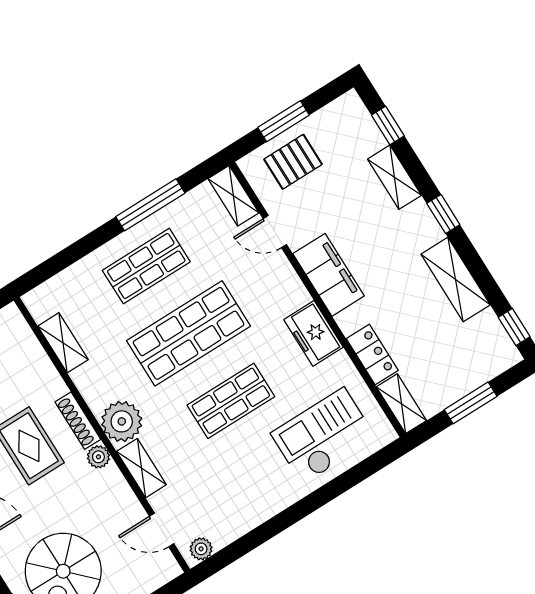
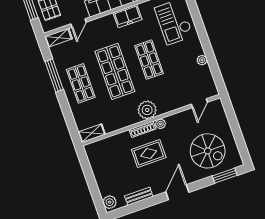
shelving: (63, 343) -> (92, 133), moved
shelving: (141, 468) -> (170, 106), removed
plant: (201, 549) -> (202, 60), moved

